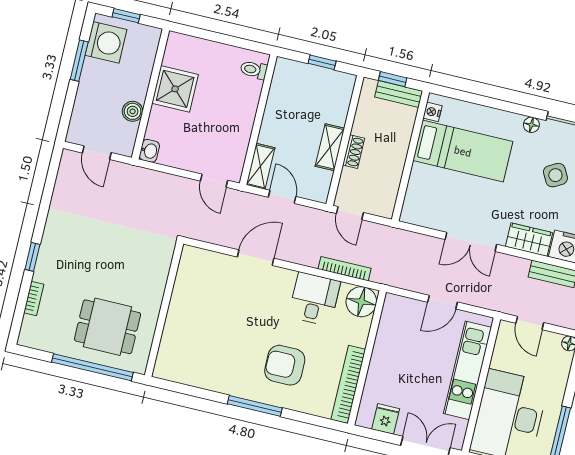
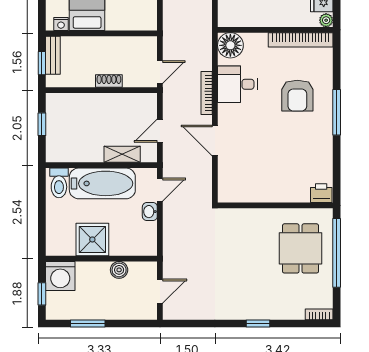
washing machine: (106, 42) -> (60, 276), moved, turned 180
toilet: (254, 70) -> (59, 183), width x1.37, depth x1.39
bathtub: (237, 116) -> (102, 183), added
shelving: (330, 147) -> (110, 101), removed
washbasin: (149, 151) -> (150, 212), moved, turned -90
shelving: (261, 166) -> (122, 154), moved
bookcase: (345, 269) -> (207, 93), moved
bookcase: (34, 299) -> (319, 314), moved
printer: (166, 366) -> (321, 193), added
plant: (364, 419) -> (326, 20), added

